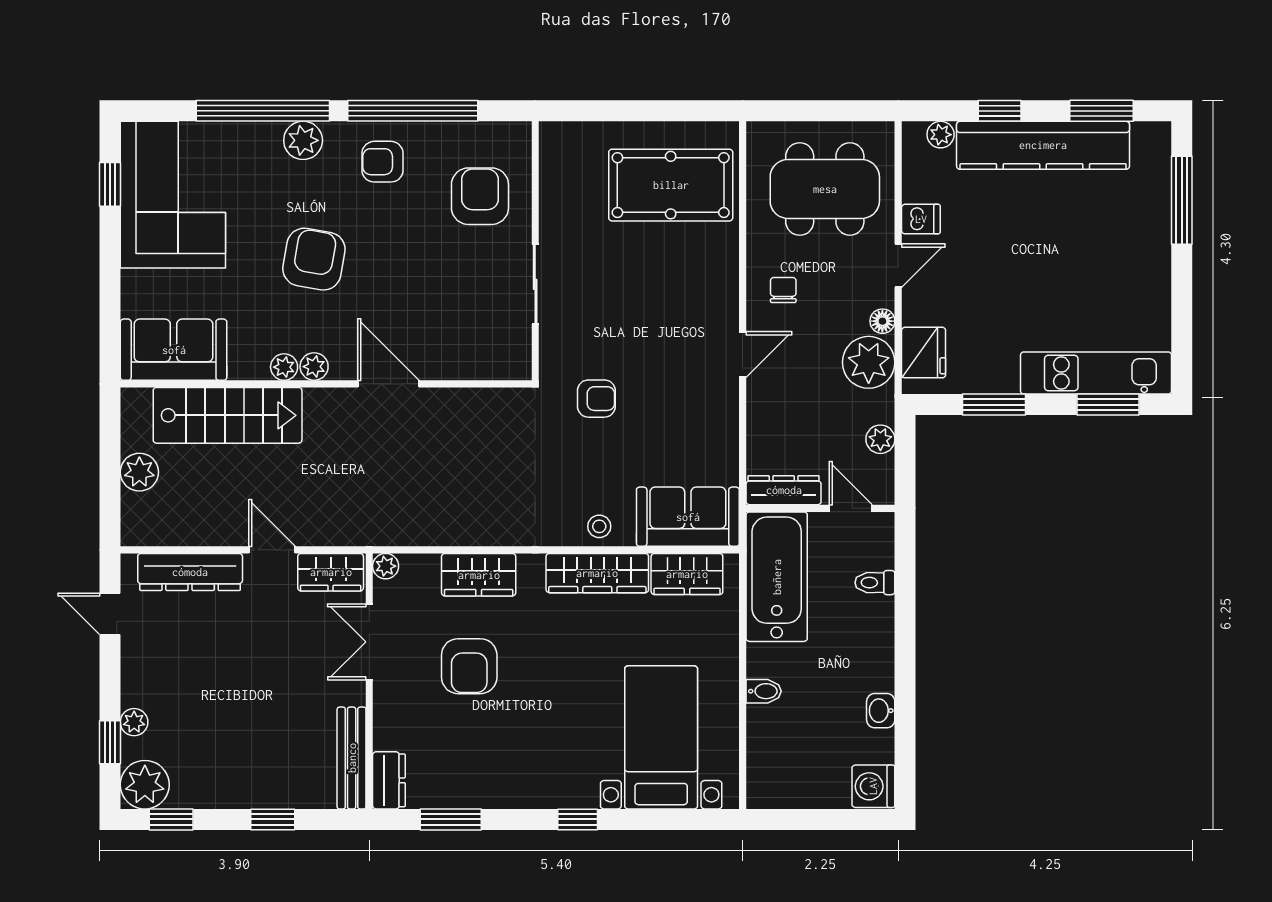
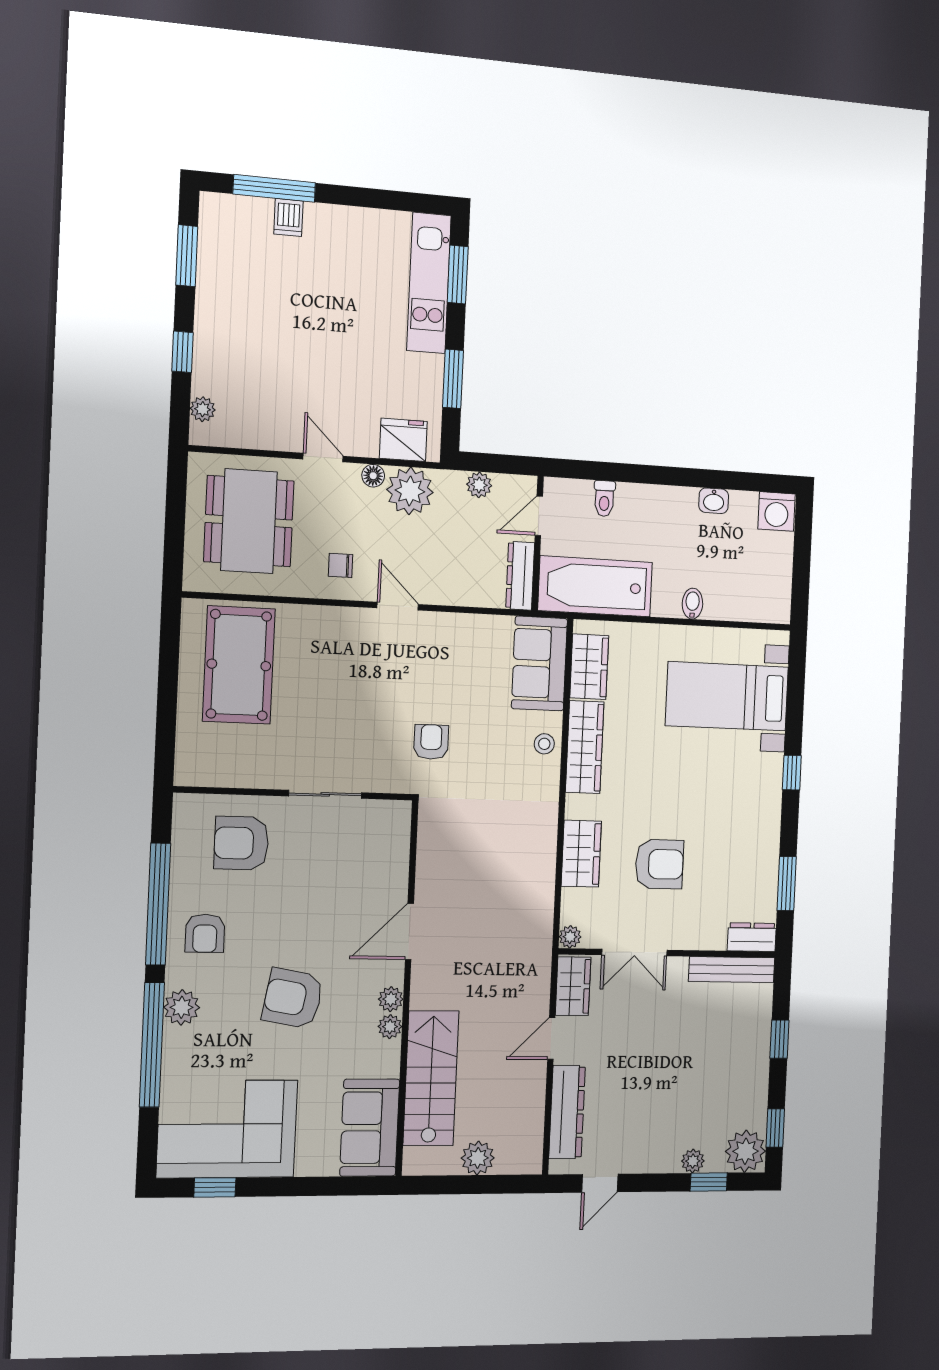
kitchen counter: (1043, 145) -> (217, 314), removed
dishwasher: (921, 219) -> (288, 218), moved, turned 180

